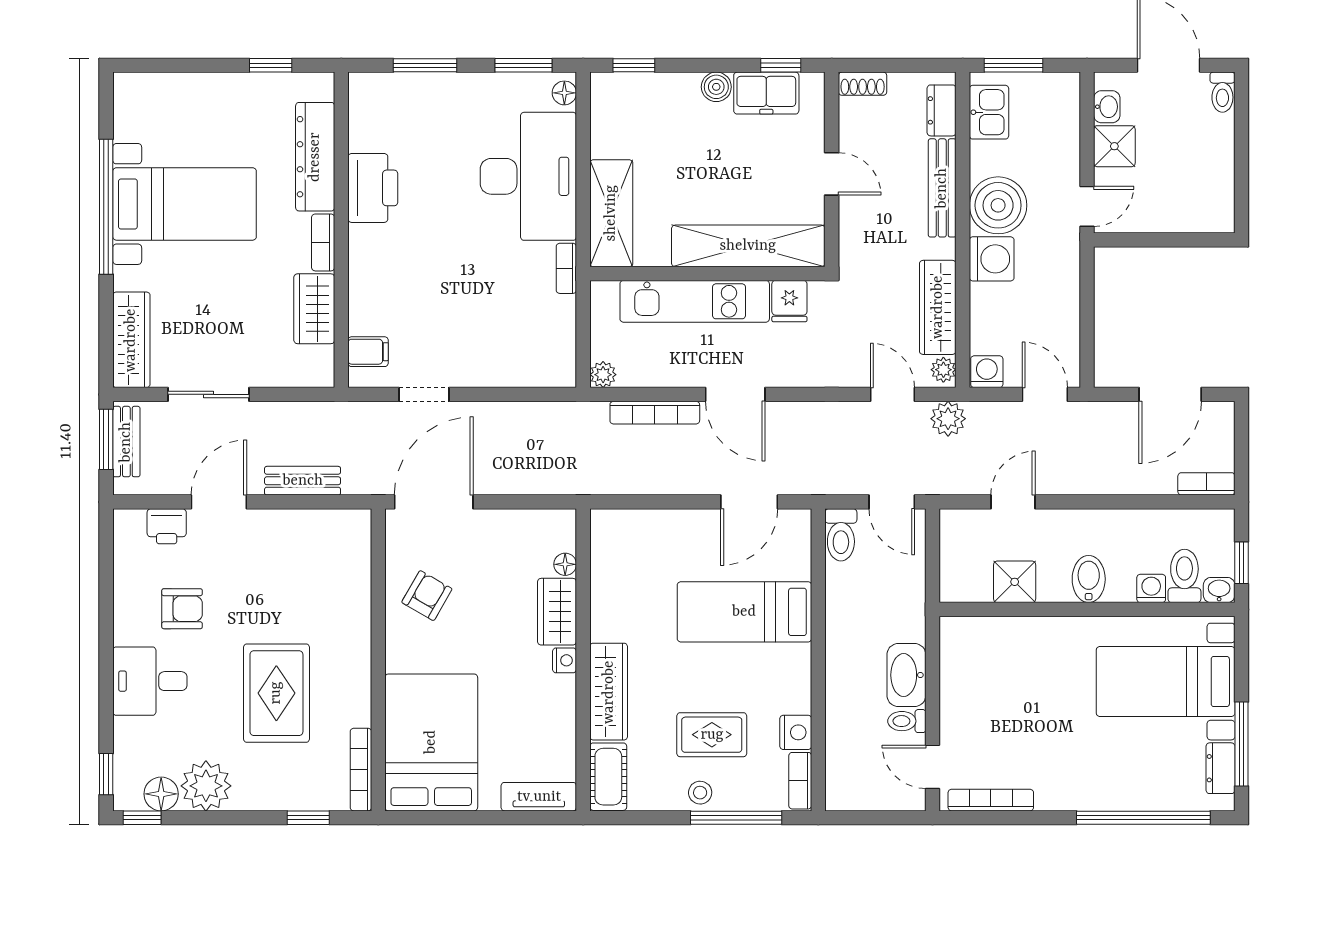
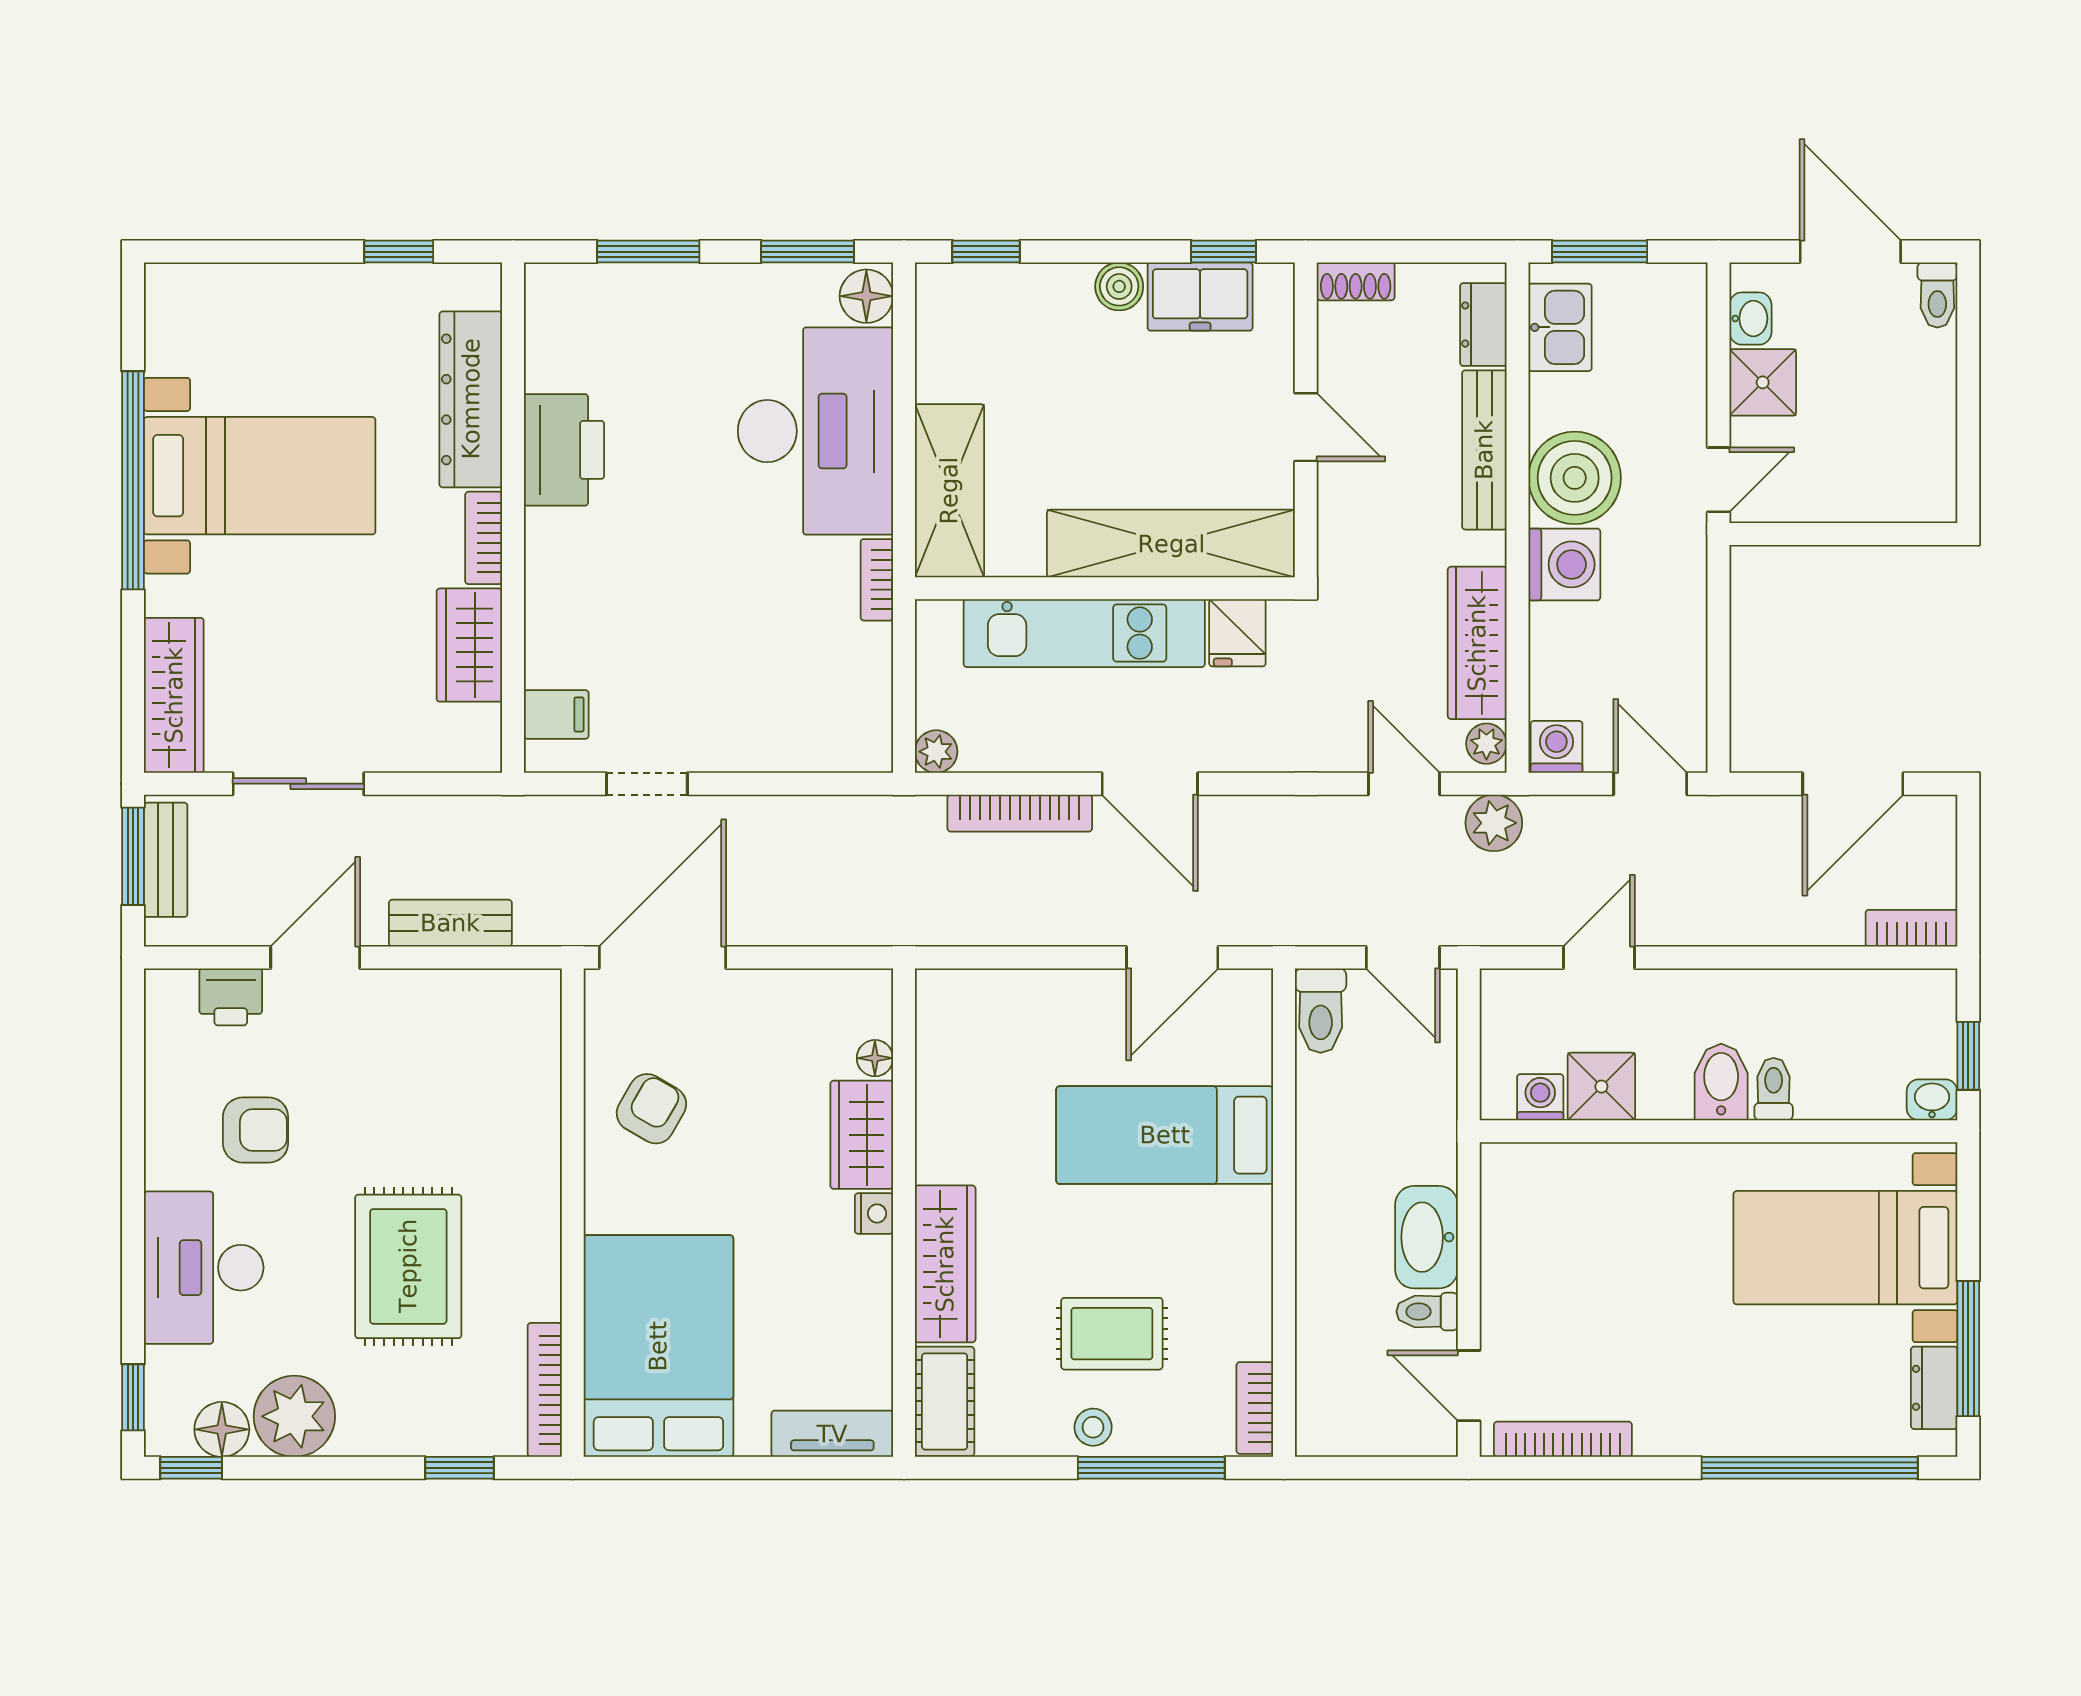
floor lamp: (564, 93) -> (866, 296), width x1.37, depth x1.37
toilet: (1184, 576) -> (1774, 1089), moved, width x0.73, depth x0.72
washing machine: (1151, 588) -> (1540, 1097), moved
desk: (150, 681) -> (204, 1268), width x1.37
nightstand: (796, 732) -> (1248, 1330), removed

